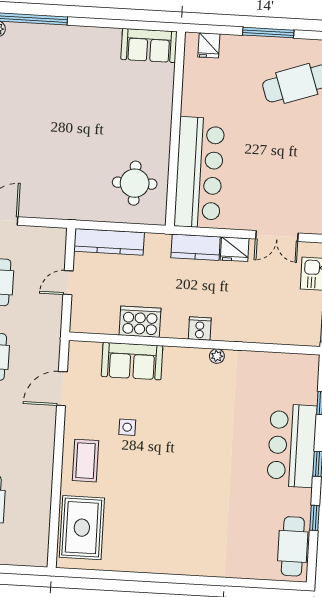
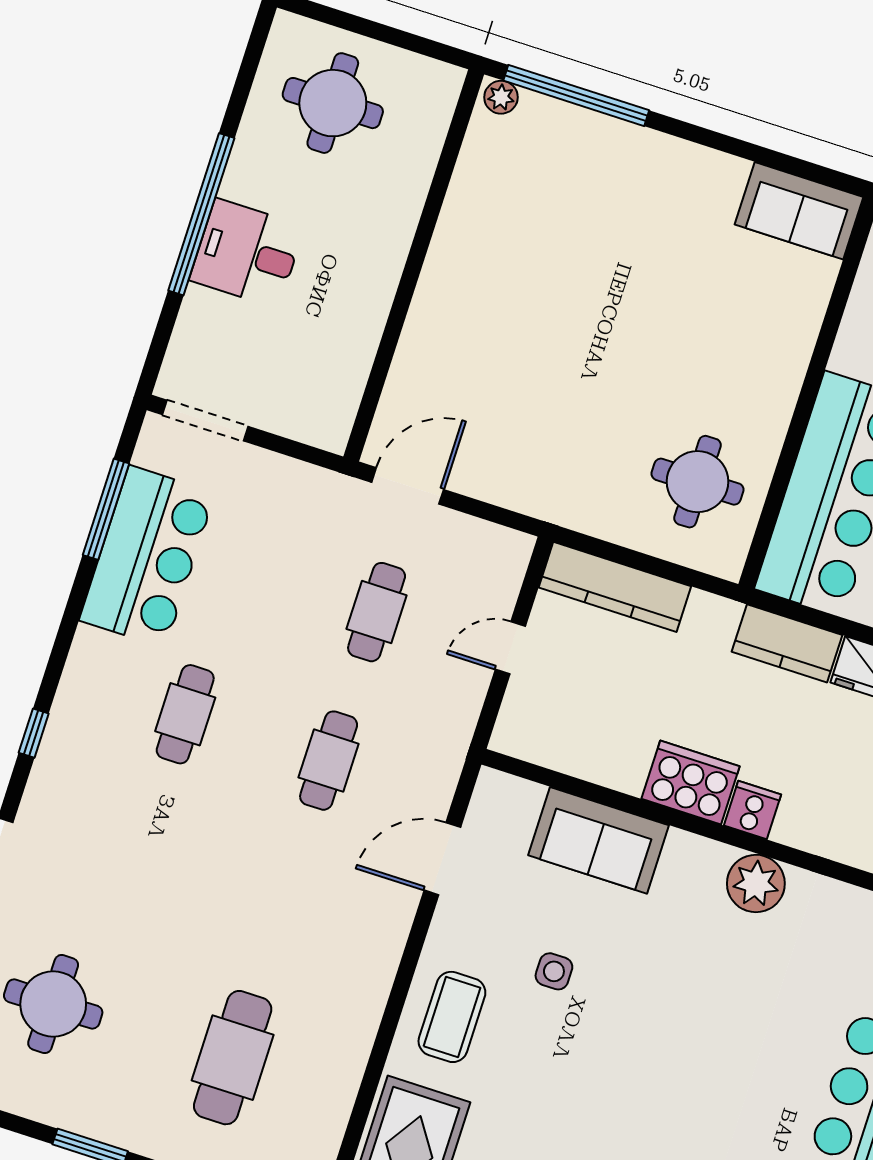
cooker: (140, 322) -> (691, 783), moved
plant: (217, 356) -> (756, 883), width x1.87, depth x1.87

